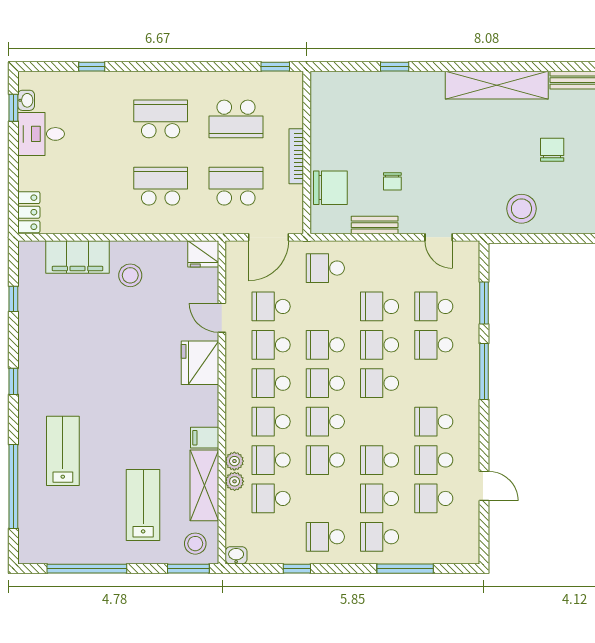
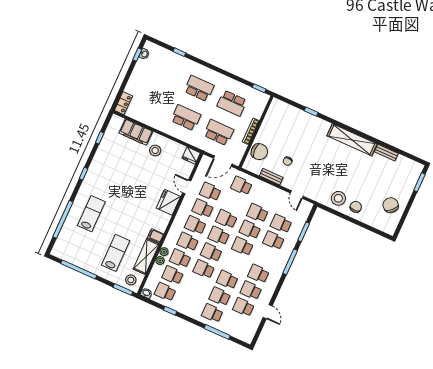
desk: (41, 134) -> (144, 71), removed
chair: (552, 150) -> (356, 207), moved
school desk: (325, 537) -> (165, 292), moved

